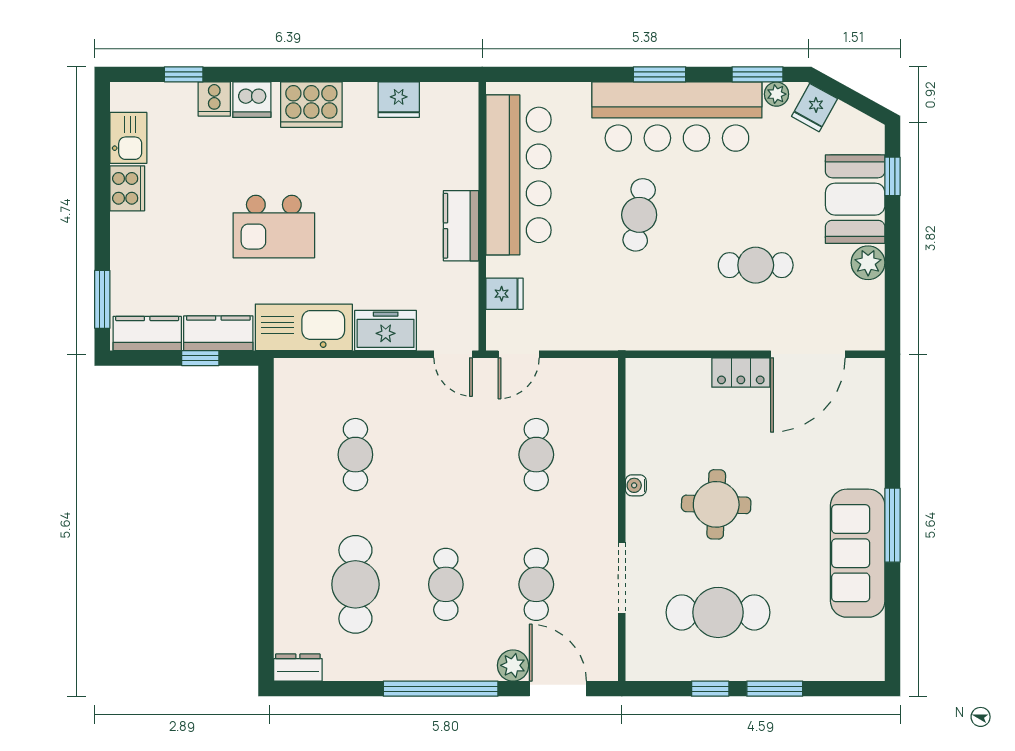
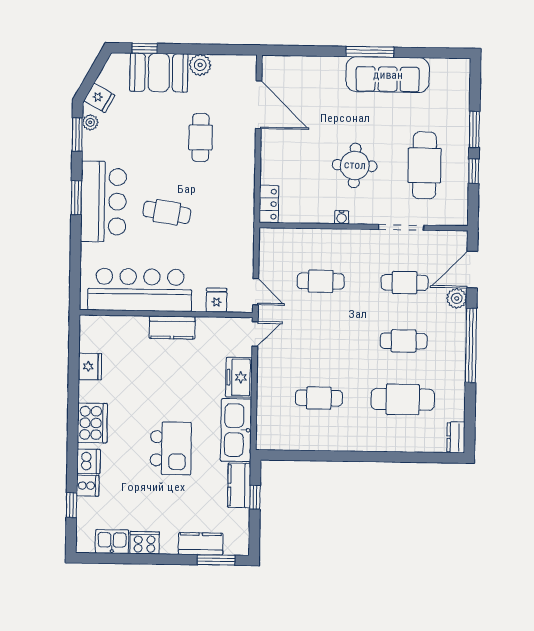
bar counter: (677, 117) -> (104, 202), width x0.73
kitchen counter: (147, 334) -> (201, 544), moved, turned 90
locker: (741, 373) -> (269, 204), moved

